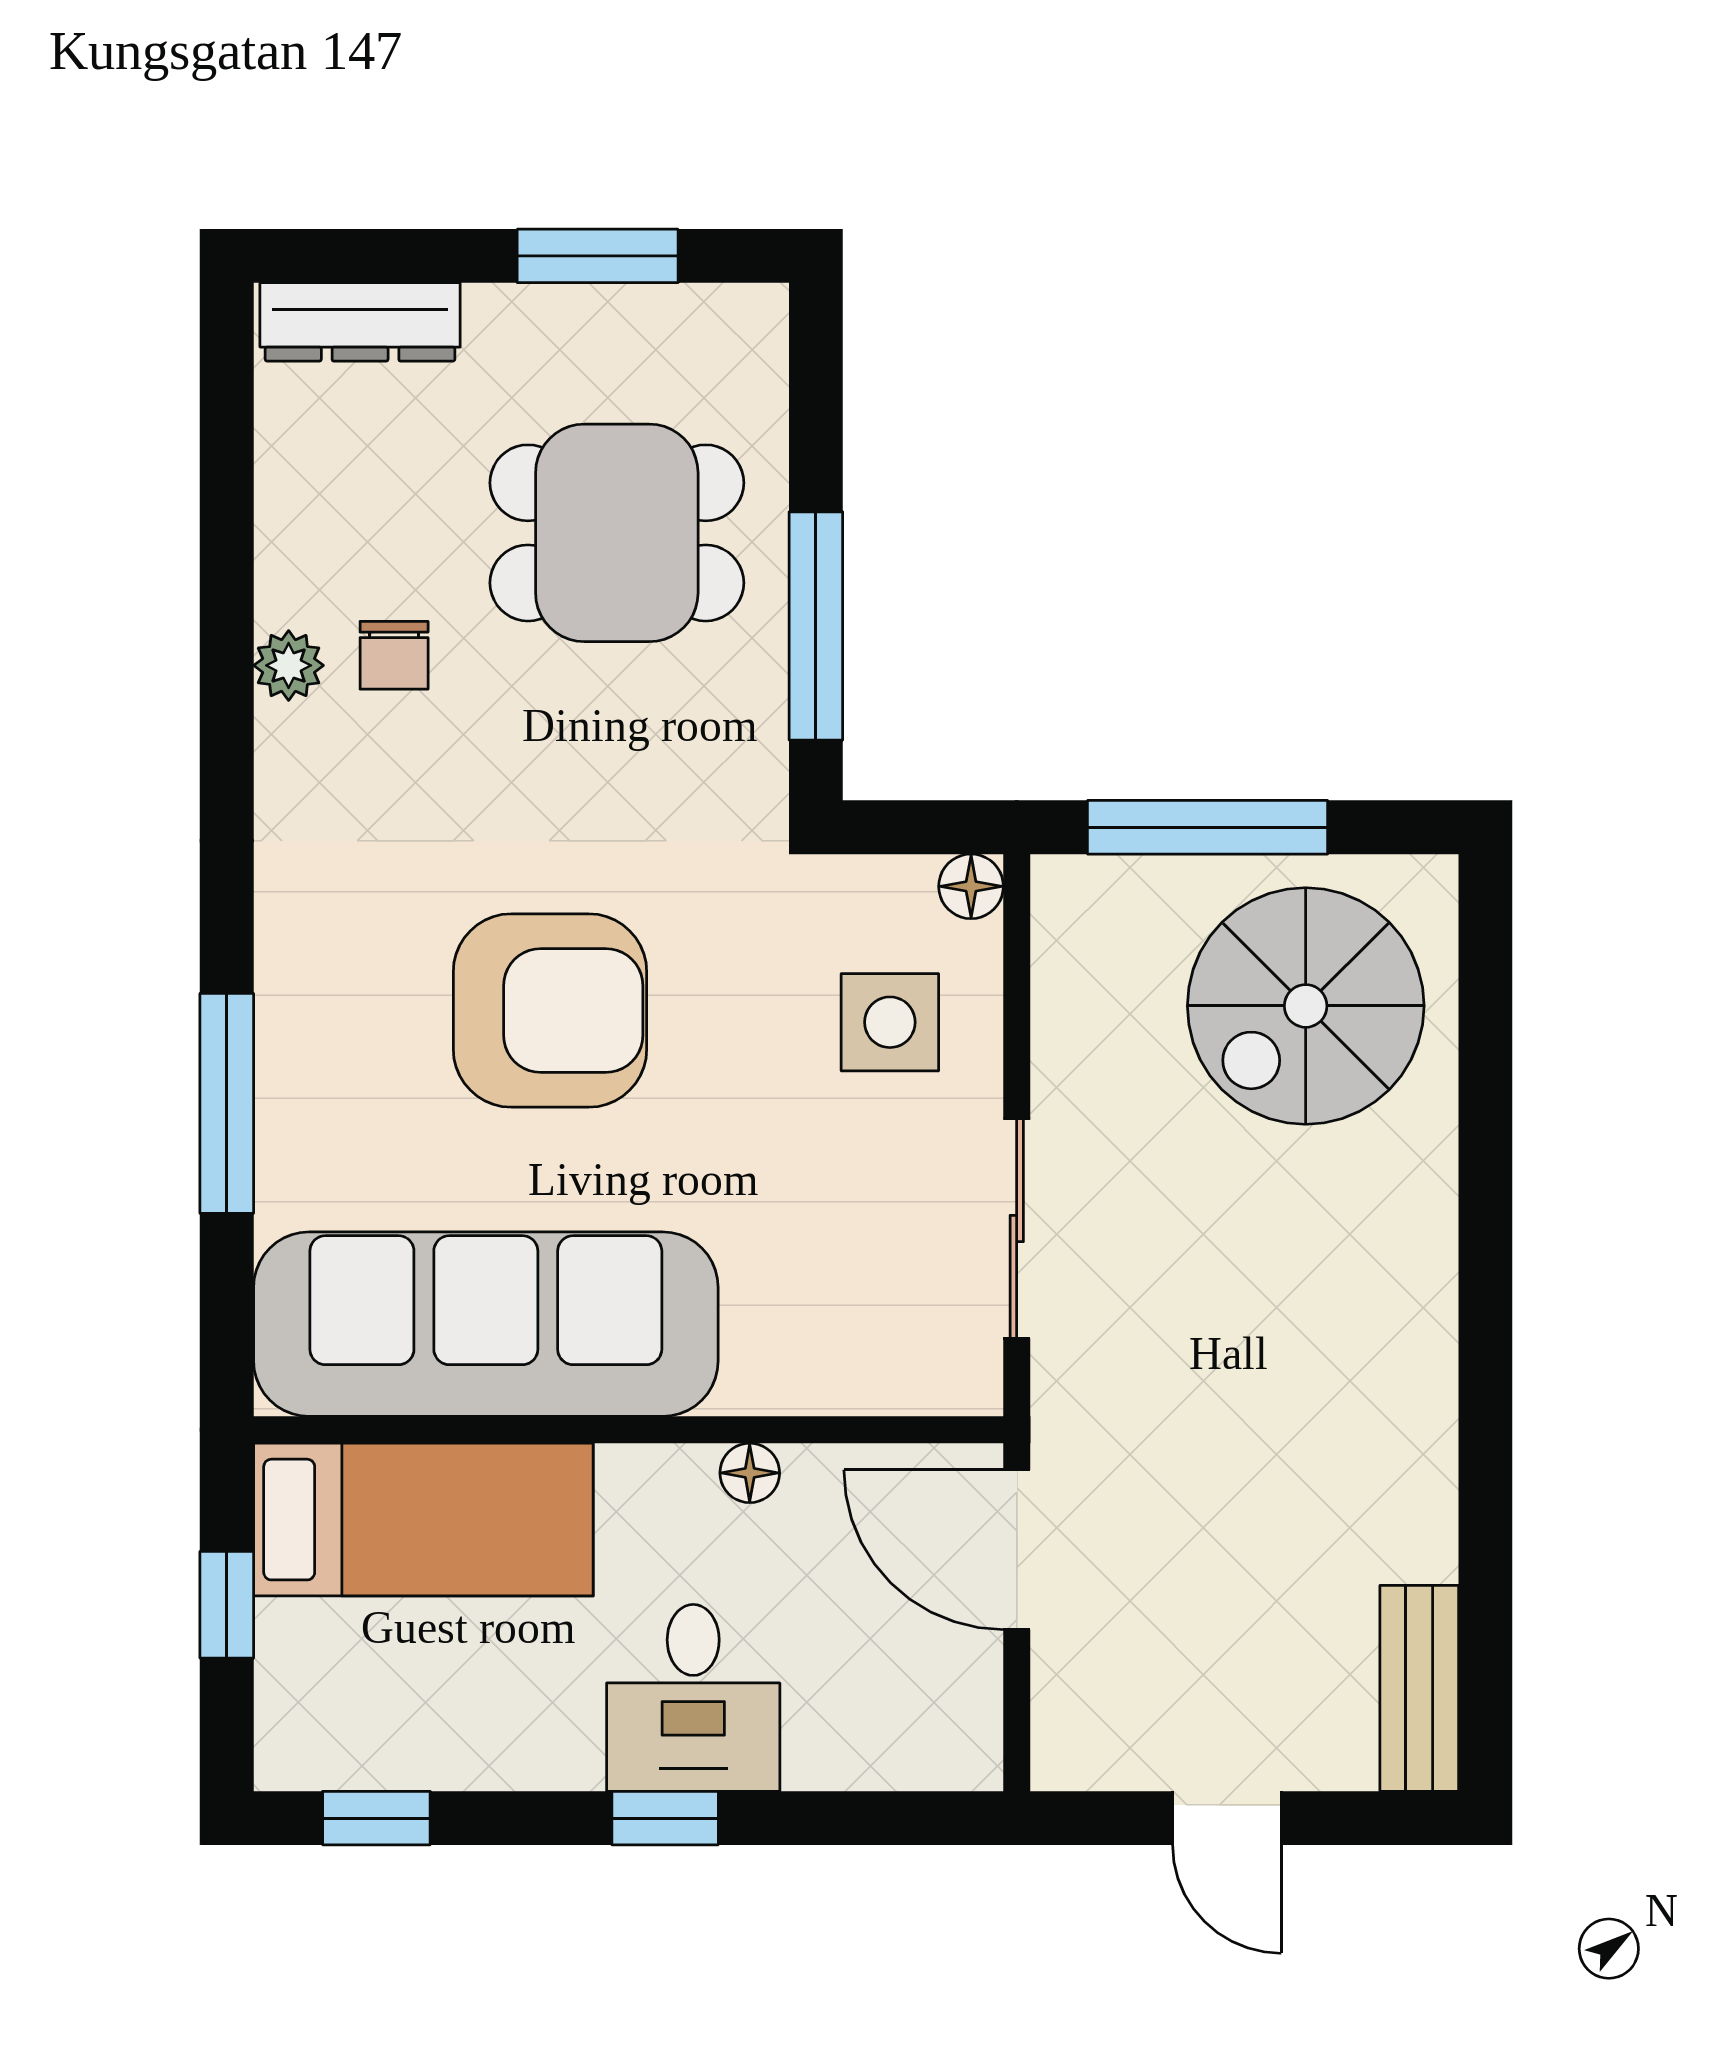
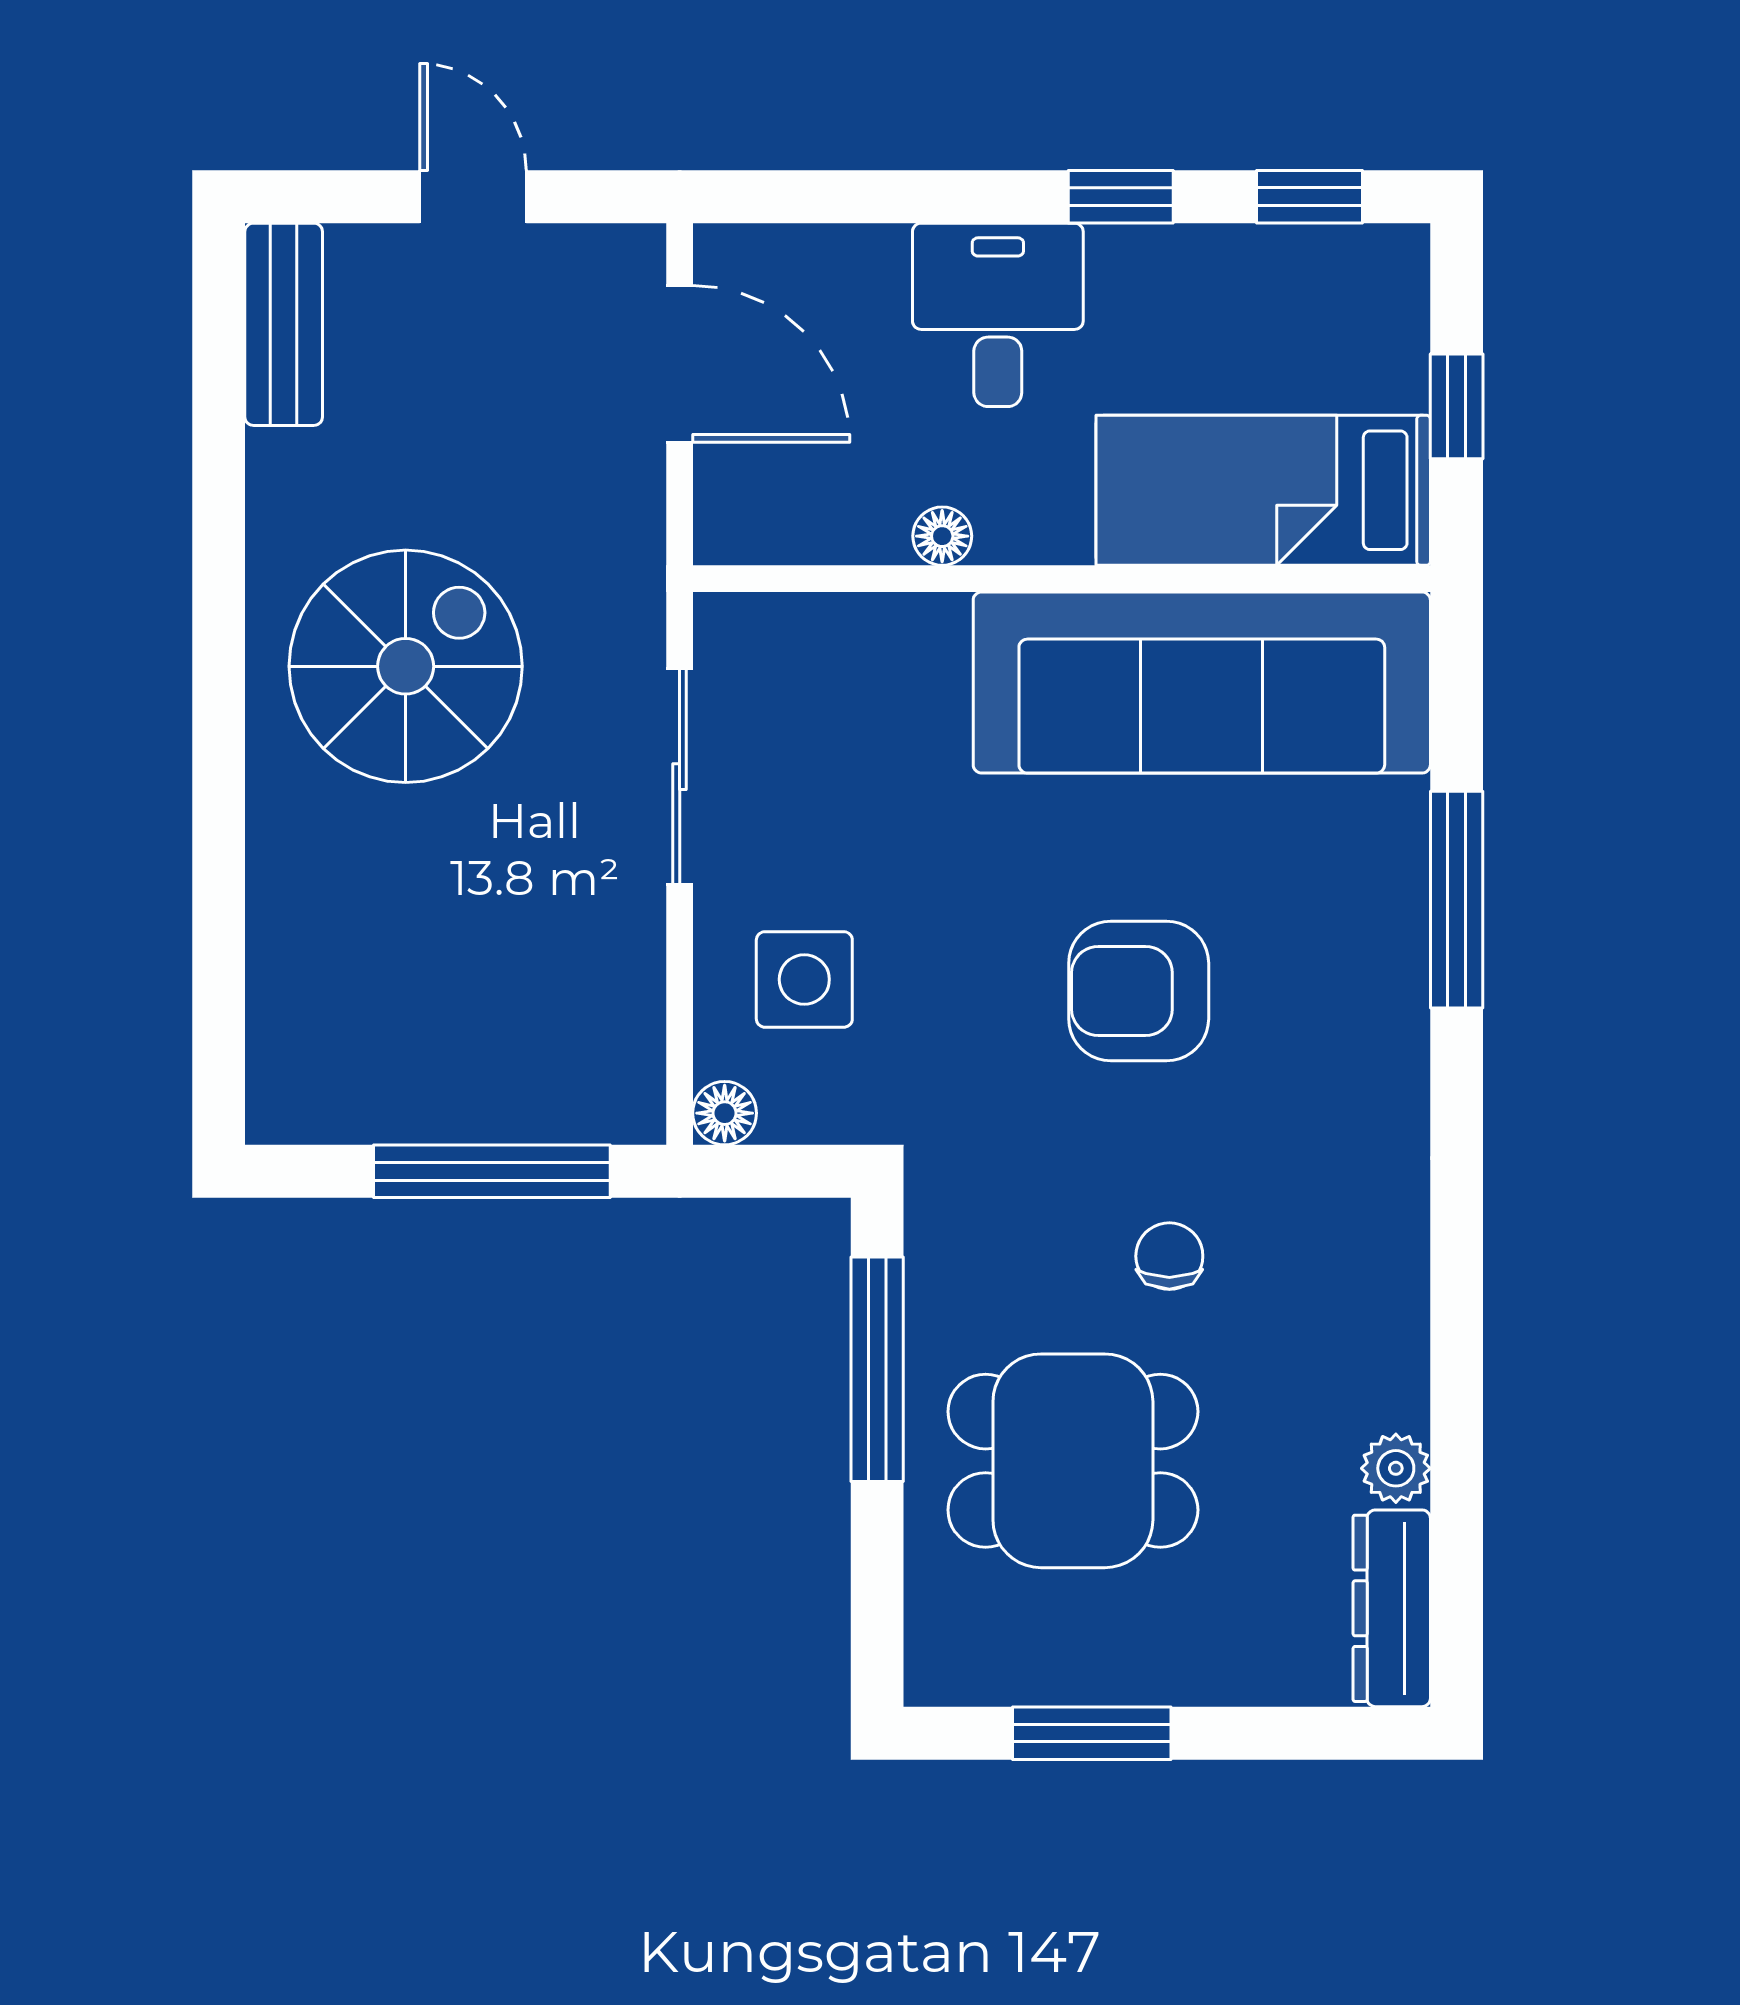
dresser: (360, 322) -> (1392, 1608), moved, turned -90
chair: (394, 655) -> (1169, 1256), moved
plant: (289, 665) -> (1396, 1468), moved
spiral stairs: (1306, 1006) -> (406, 666), moved
armchair: (550, 1010) -> (1139, 991), width x0.73, depth x0.73
door: (1017, 1550) -> (680, 364), moved
window: (665, 1818) -> (1121, 197), moved

